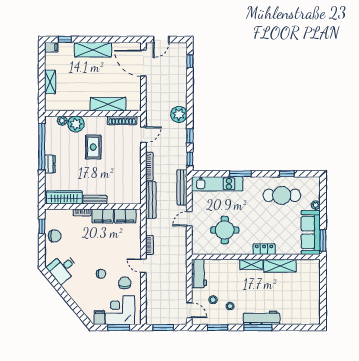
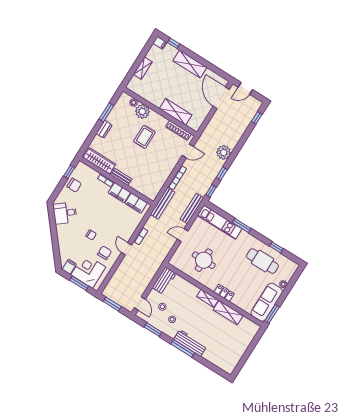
window: (42, 147) -> (106, 112), width x0.47

